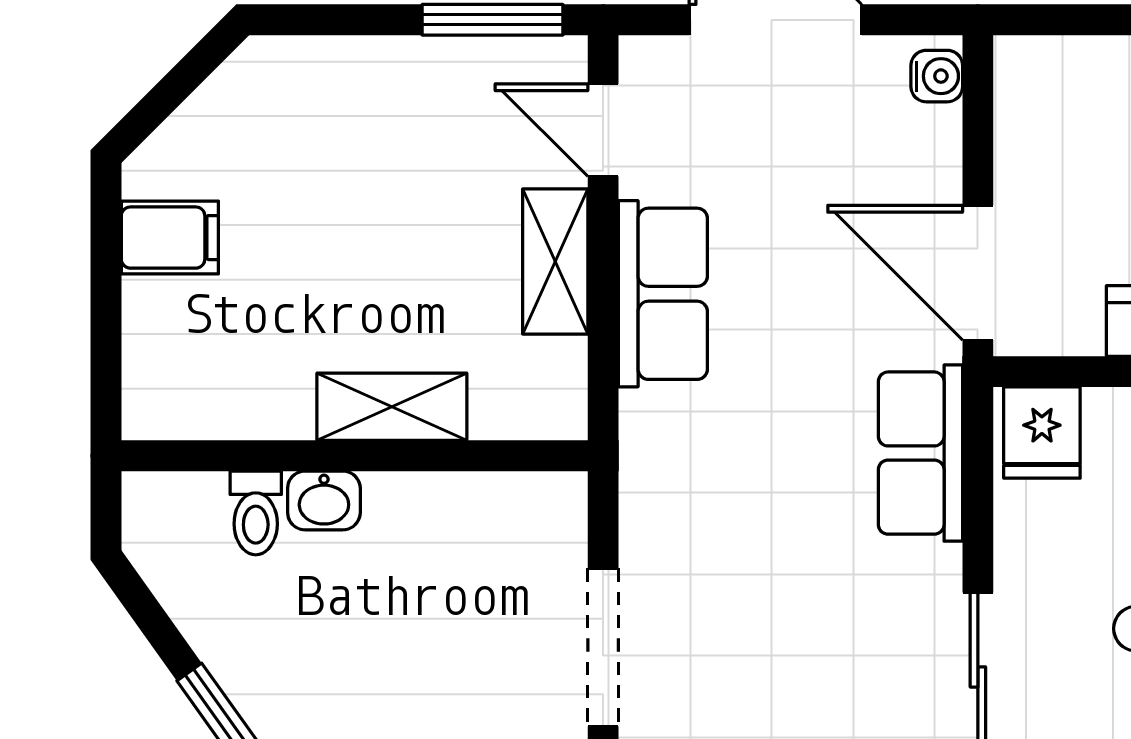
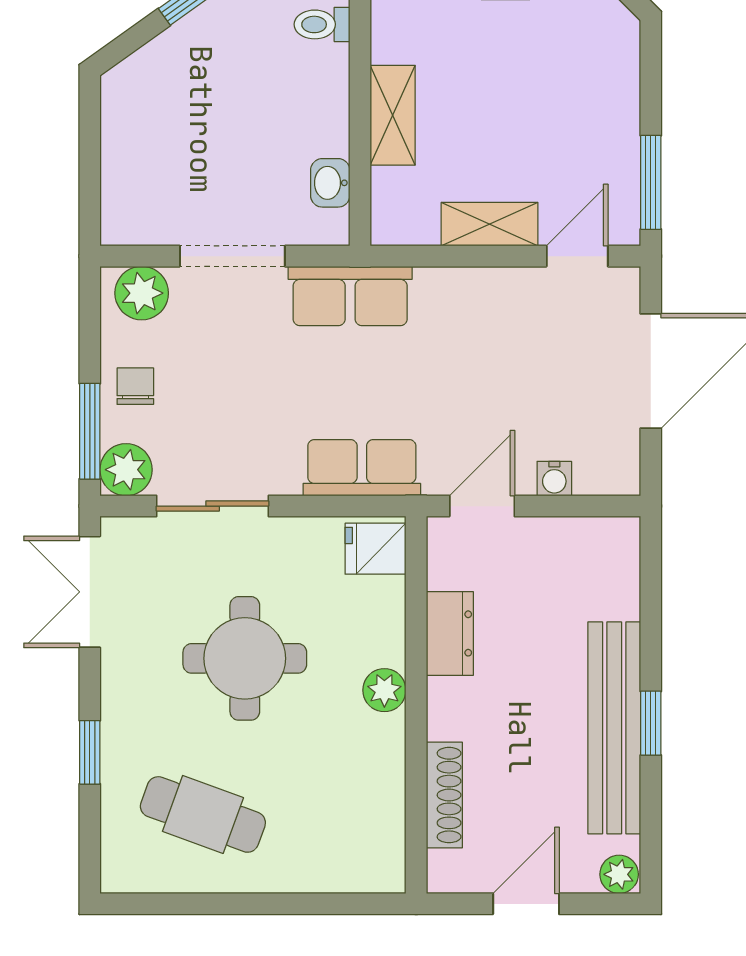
water cooler: (937, 76) -> (554, 479), moved
door: (978, 273) -> (482, 506), width x0.73
row of seats: (663, 294) -> (350, 296), moved
washbasin: (324, 500) -> (330, 183), moved

